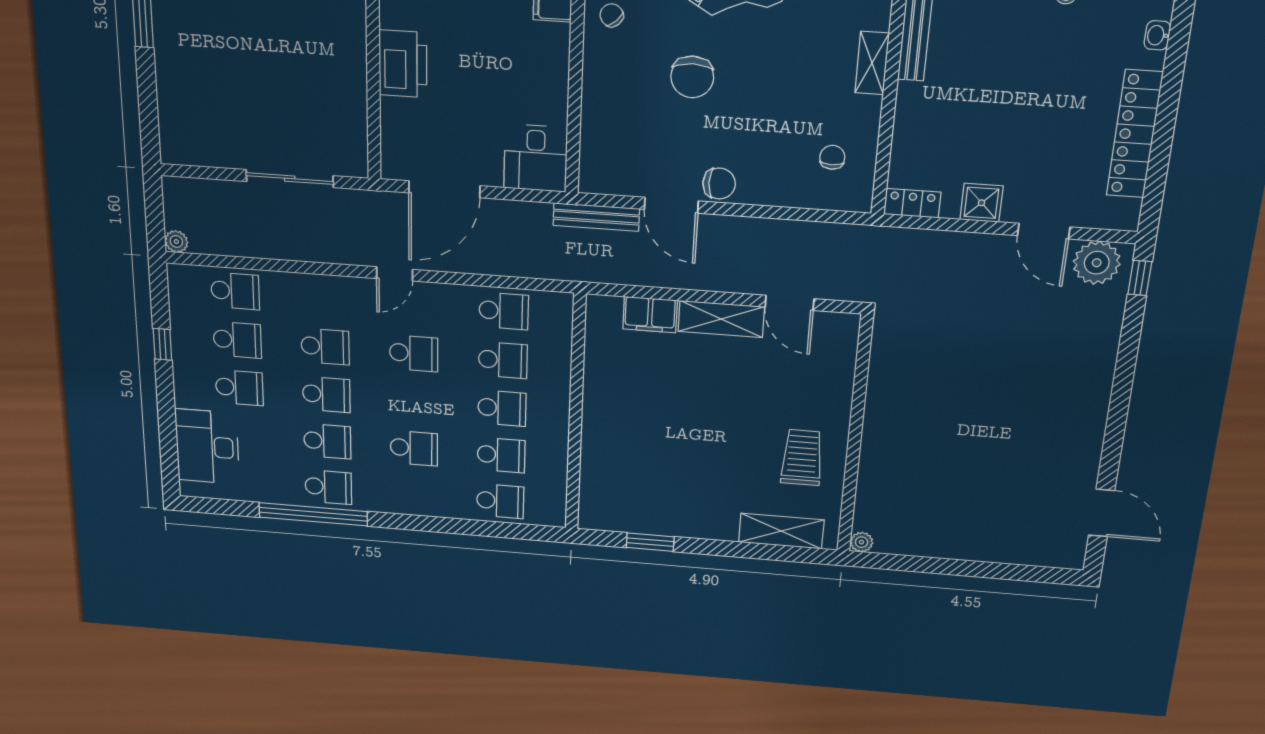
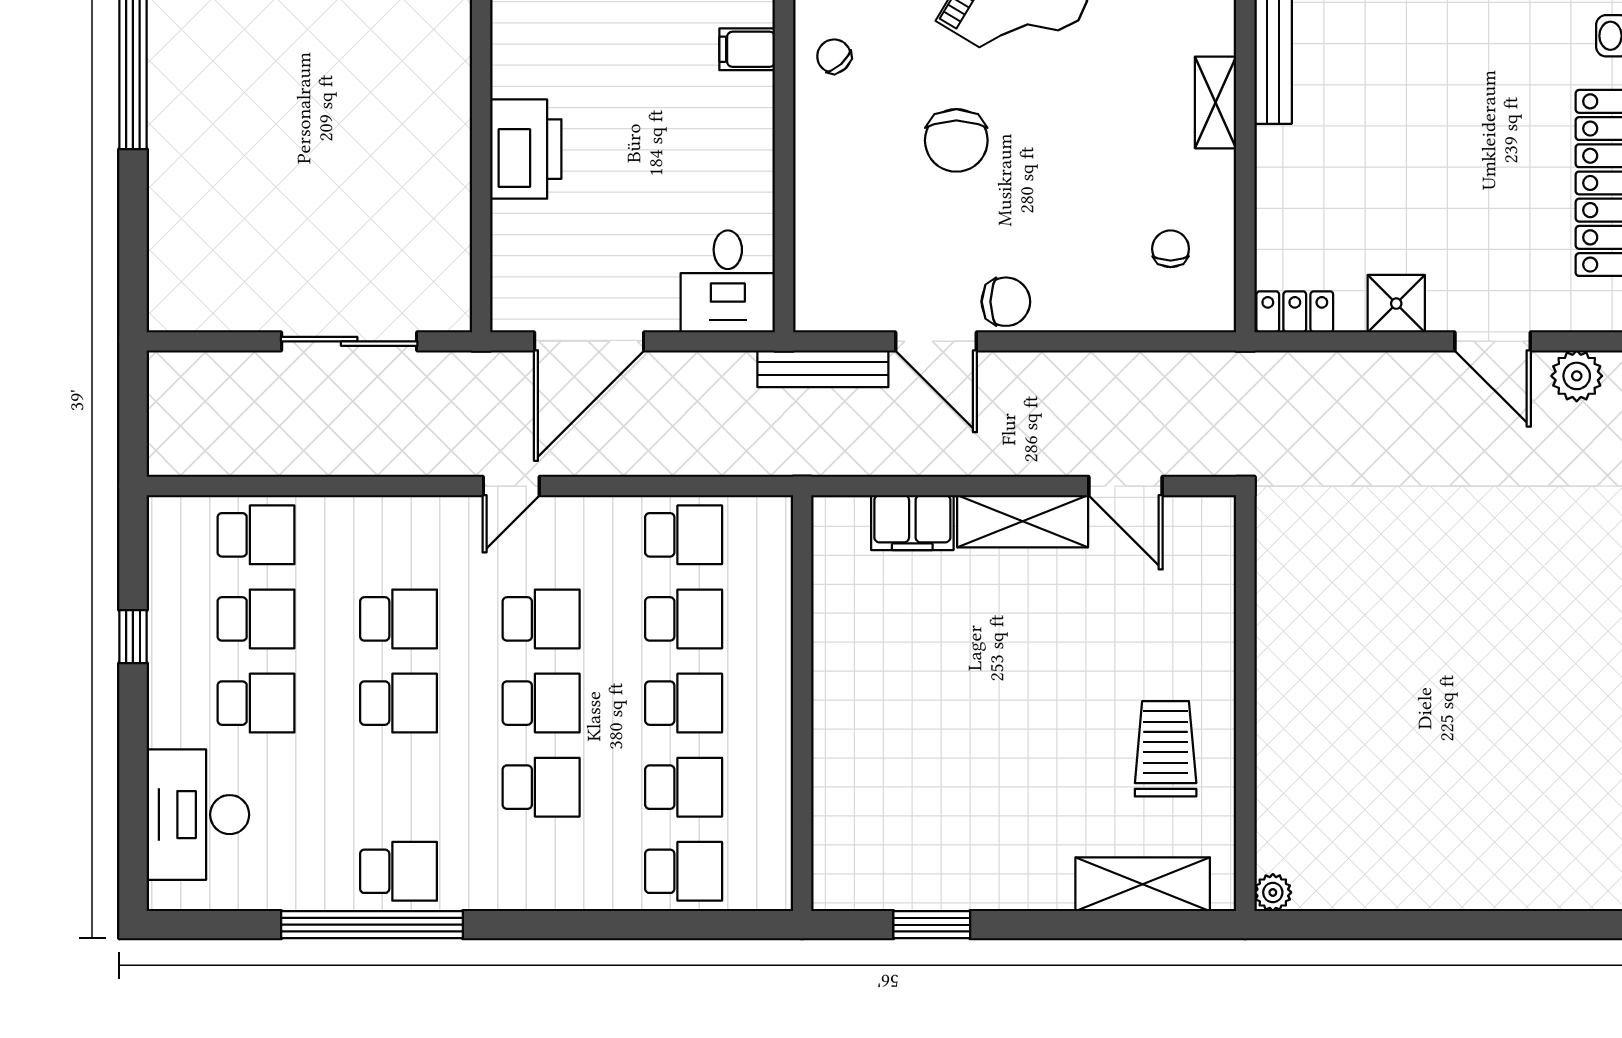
plant: (176, 241) -> (165, 458), removed
plant: (1097, 263) -> (1577, 376), width x0.73, depth x0.73
school desk: (327, 441) -> (541, 703), moved

